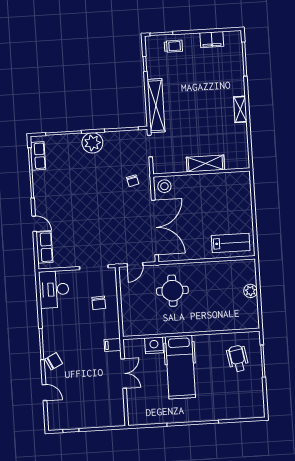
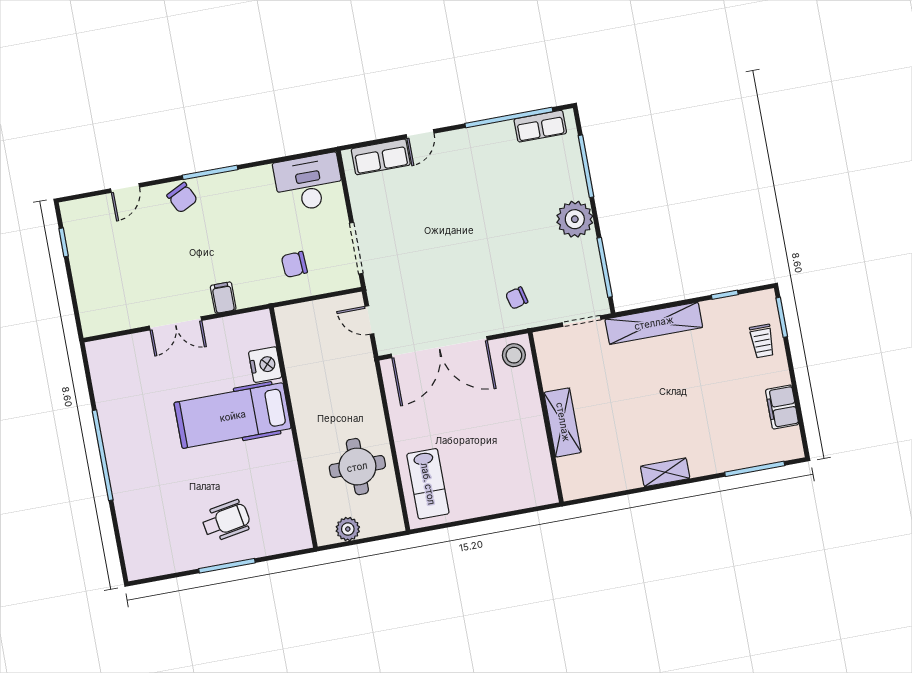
round table: (172, 291) -> (357, 467), moved
wall: (191, 334) -> (294, 428), moved
nightstand: (154, 345) -> (265, 365), moved
hospital bed: (180, 367) -> (233, 416), moved

